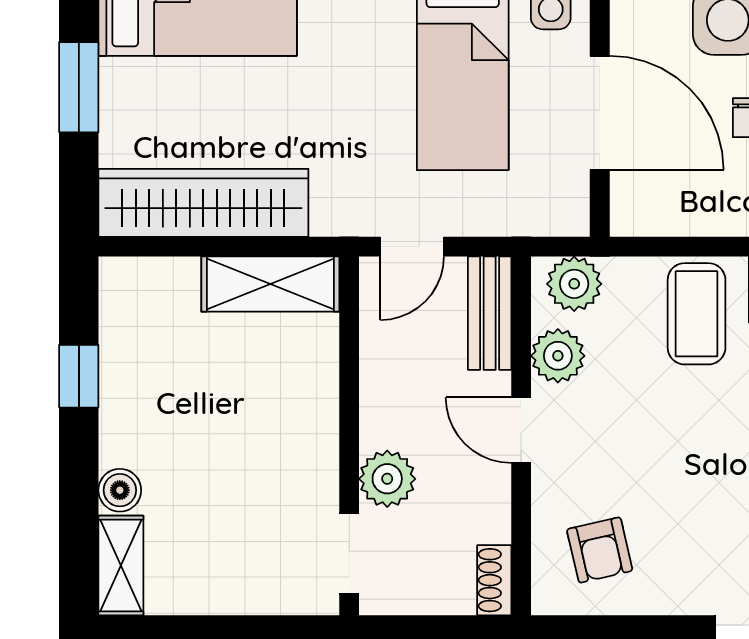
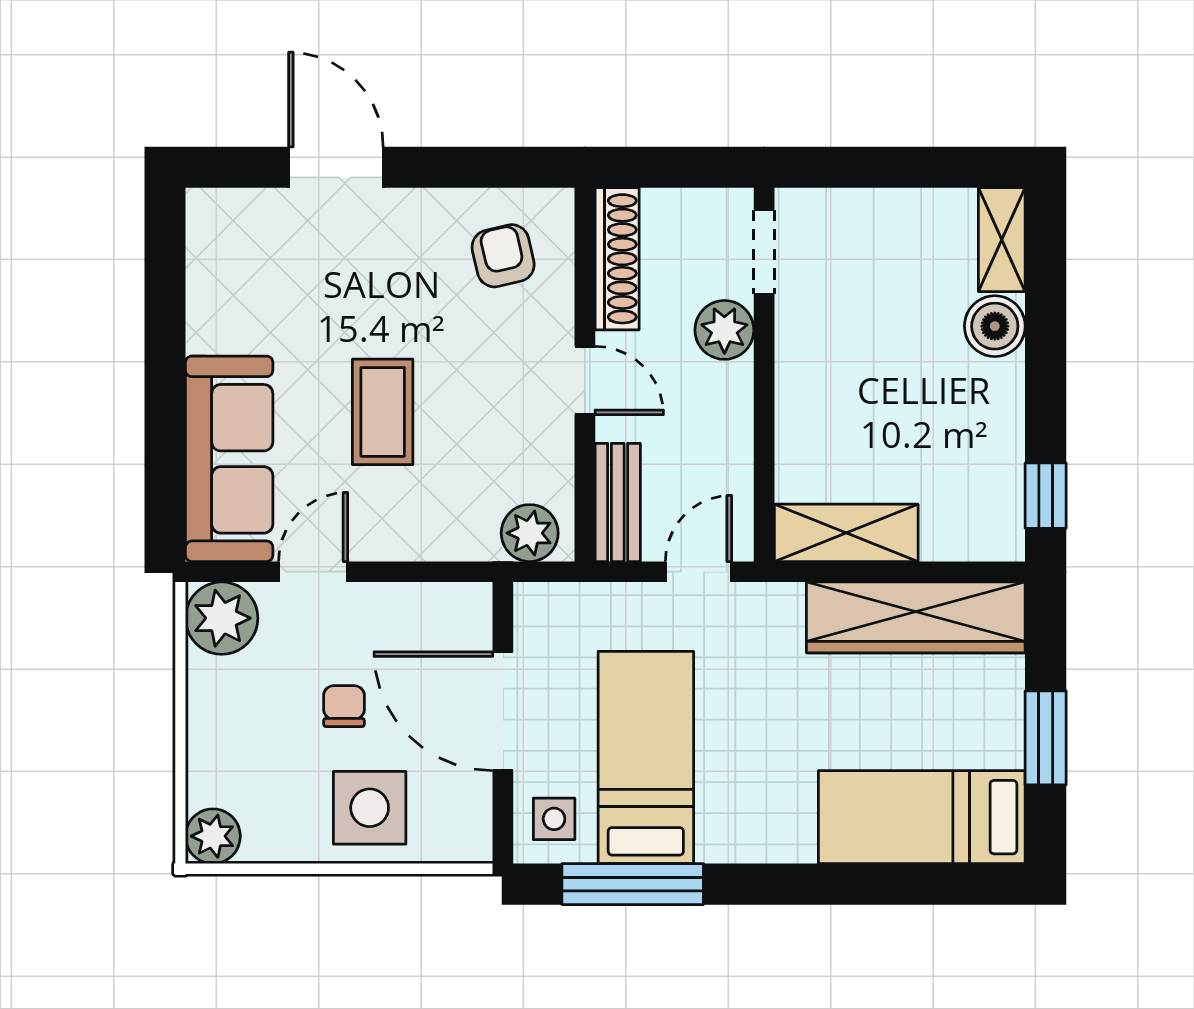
coffee table: (697, 314) -> (383, 412), moved
plant: (558, 356) -> (547, 458), removed
window: (79, 376) -> (1046, 496), moved
boiler: (120, 490) -> (995, 326), width x1.36, depth x1.36
shoe rack: (494, 580) -> (617, 259), width x1.94, depth x1.24

